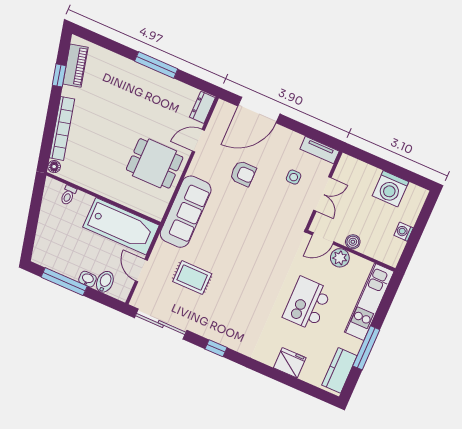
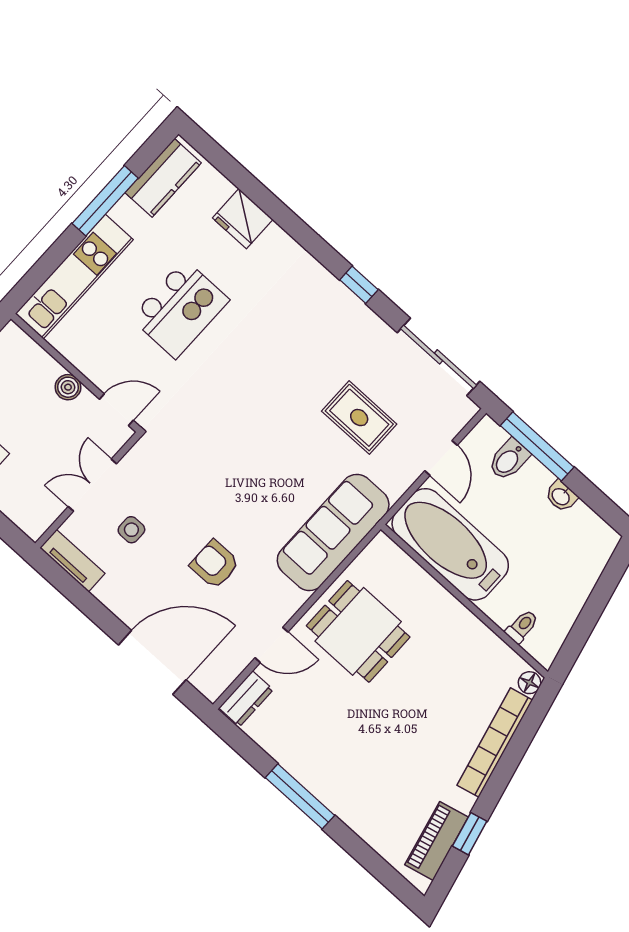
plant: (340, 258) -> (99, 367), removed
washbasin: (88, 279) -> (561, 496), moved
window: (64, 282) -> (537, 446), moved

